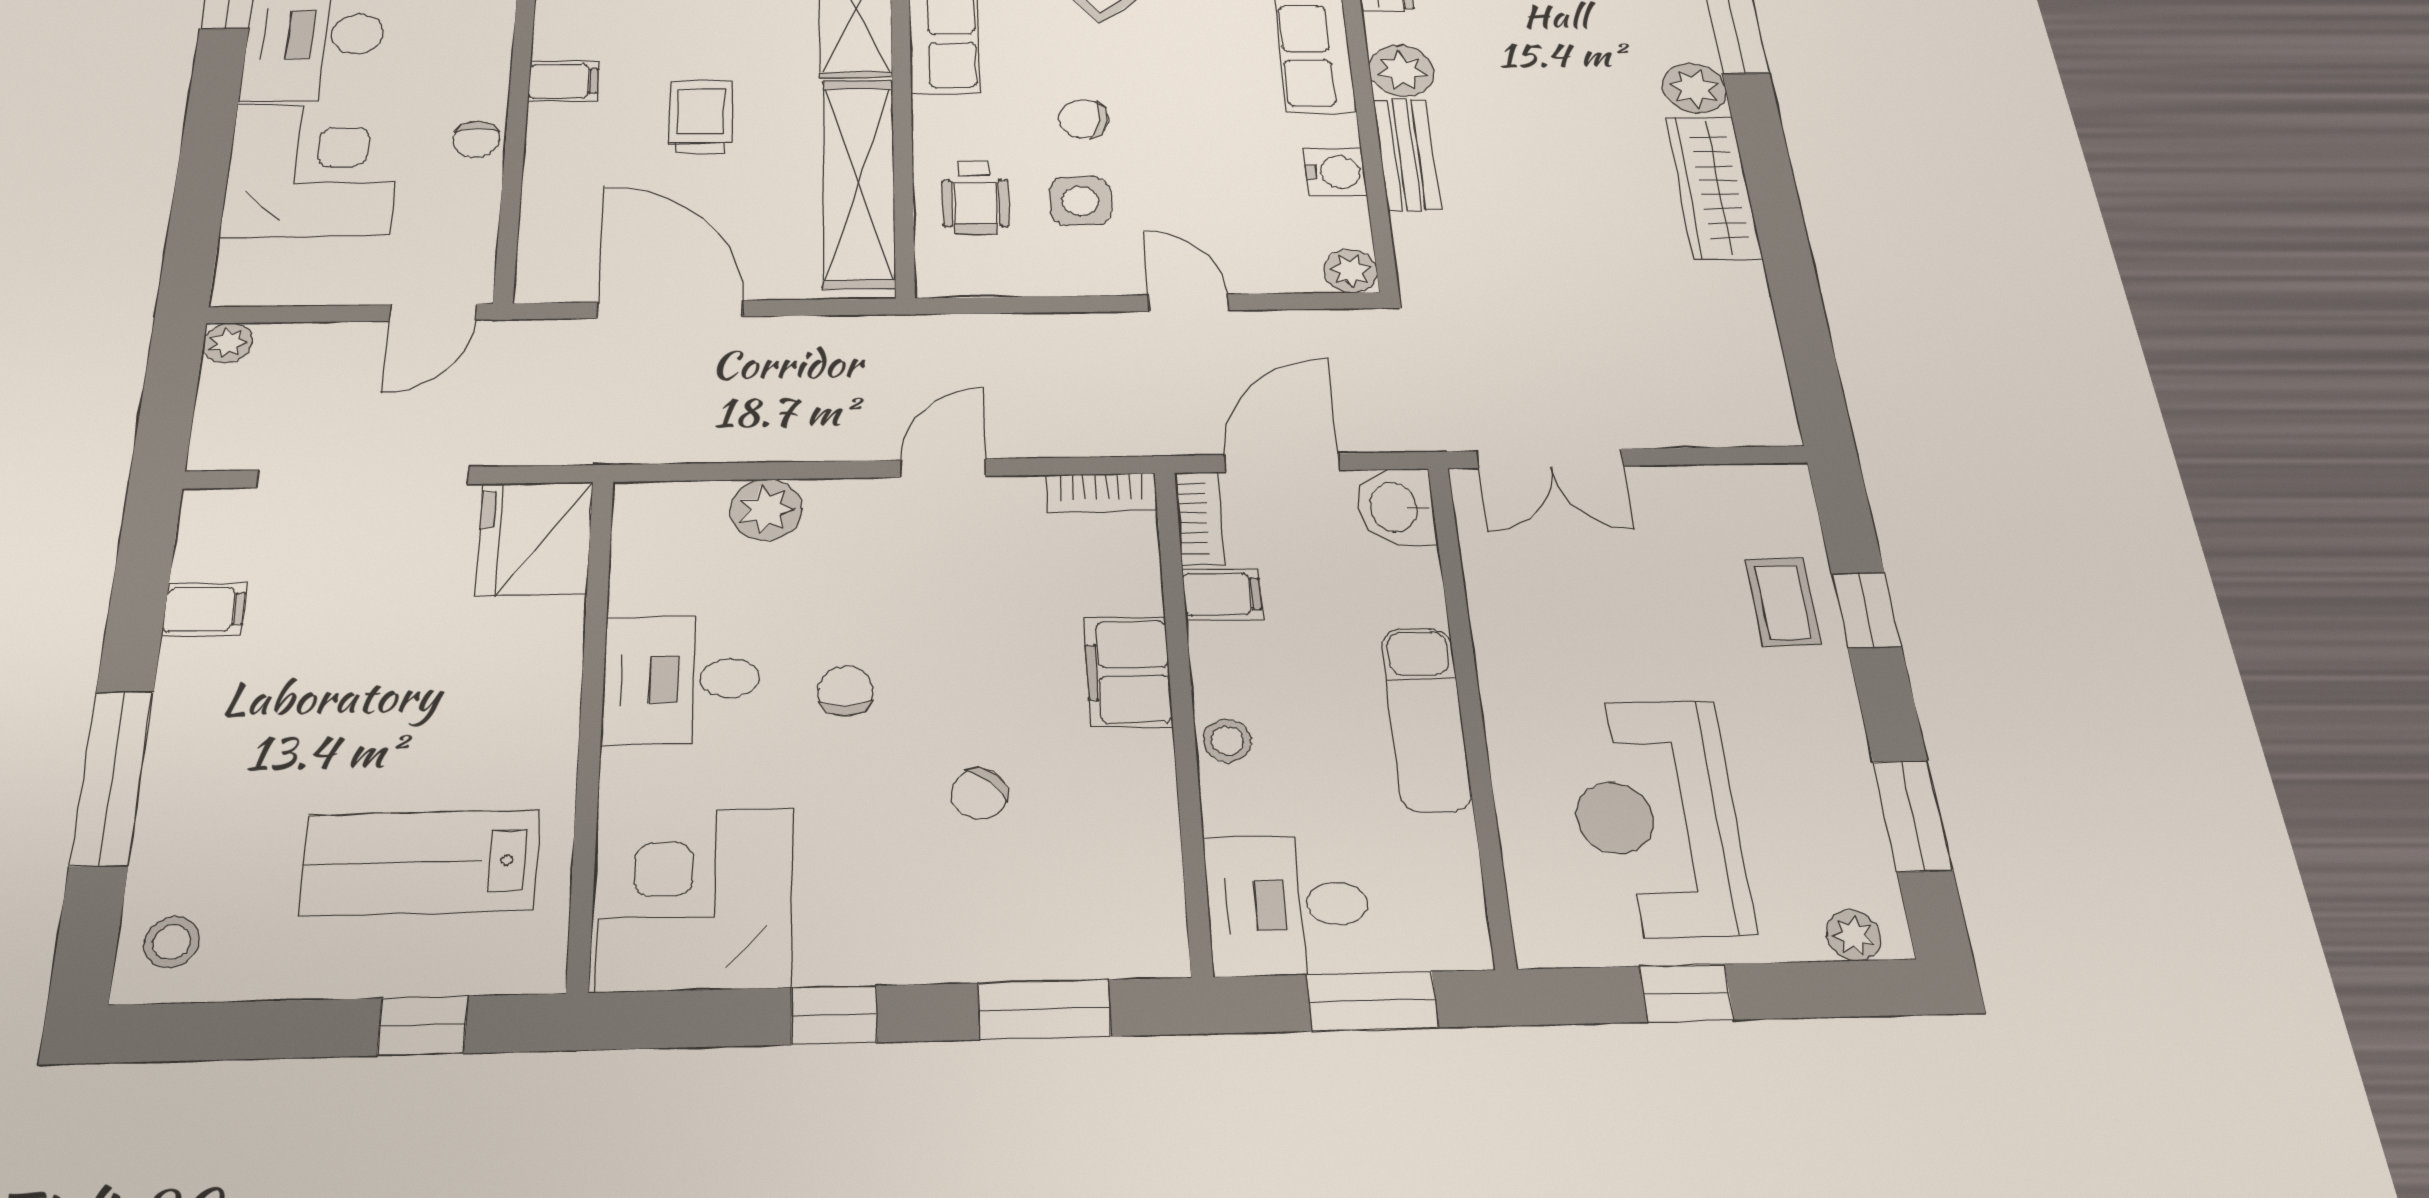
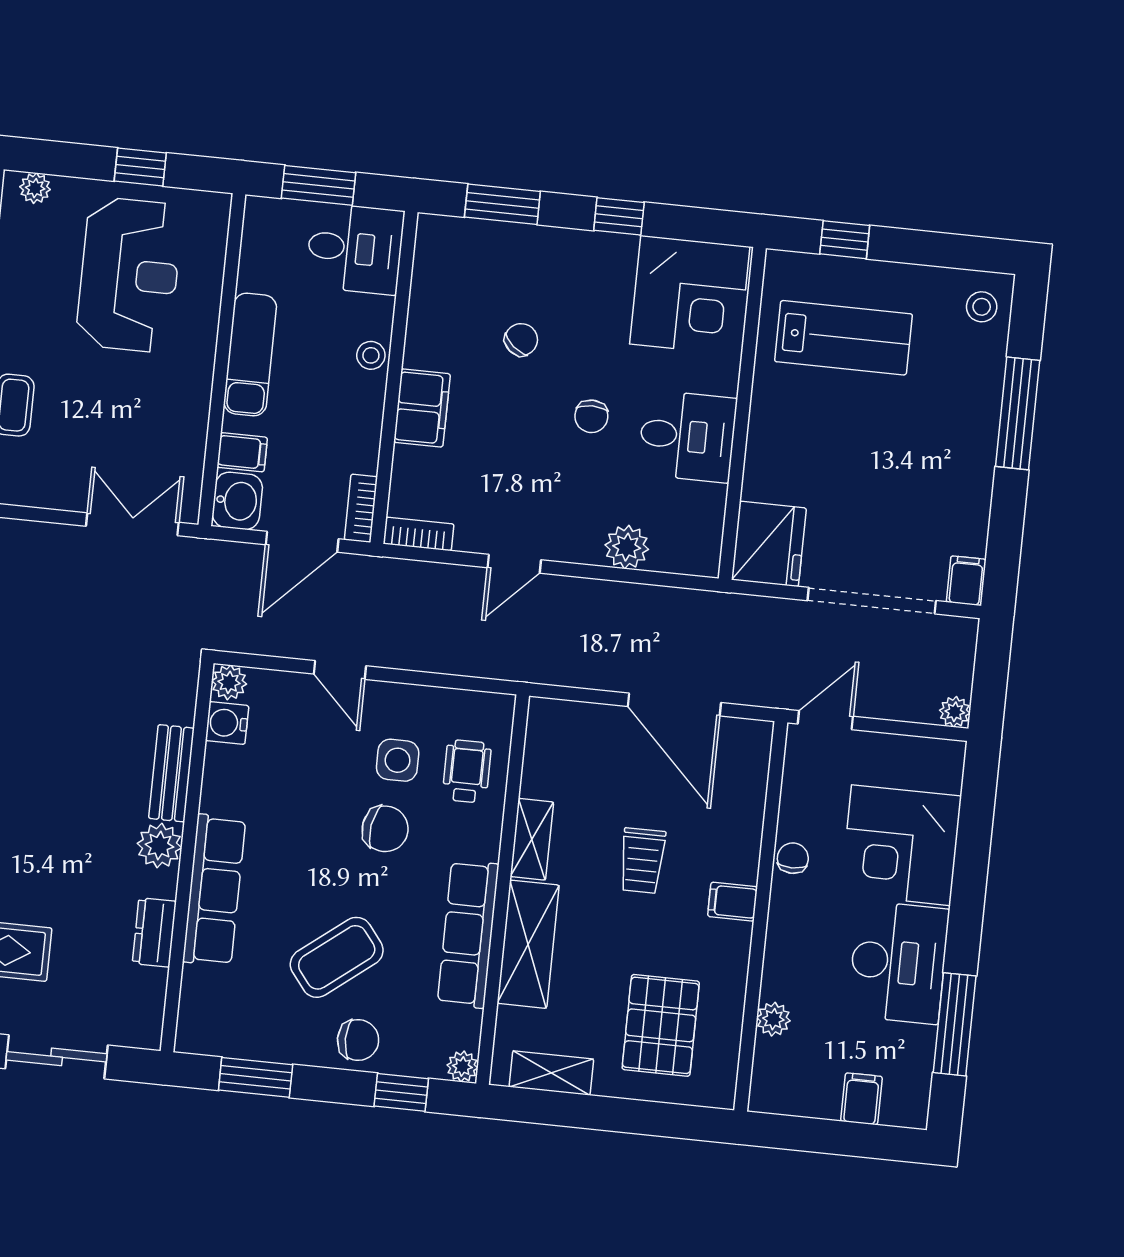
chair: (1083, 119) -> (385, 829), width x1.37, depth x1.37
water cooler: (1335, 172) -> (227, 723), moved
shelving: (859, 182) -> (532, 839), width x0.45, depth x0.75
filing cabinet: (1222, 594) -> (242, 452), moved, turned 180
filing cabinet: (204, 609) -> (966, 581), moved, turned 90

